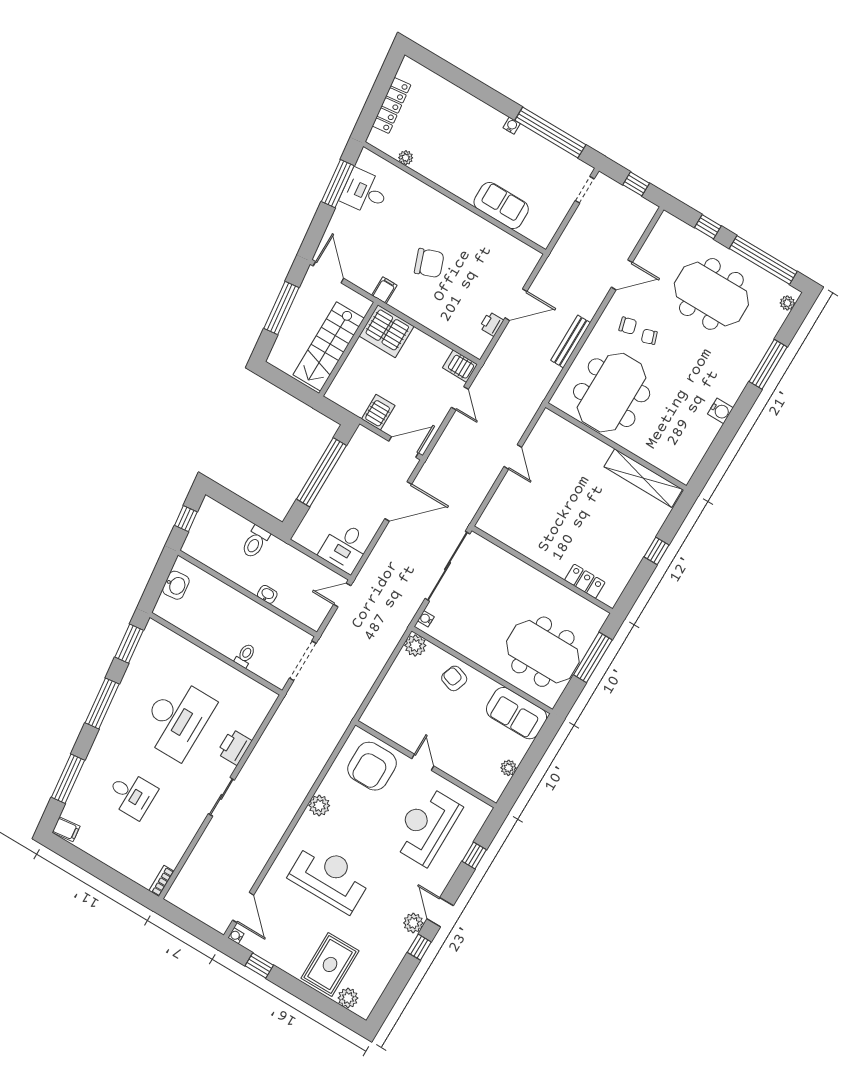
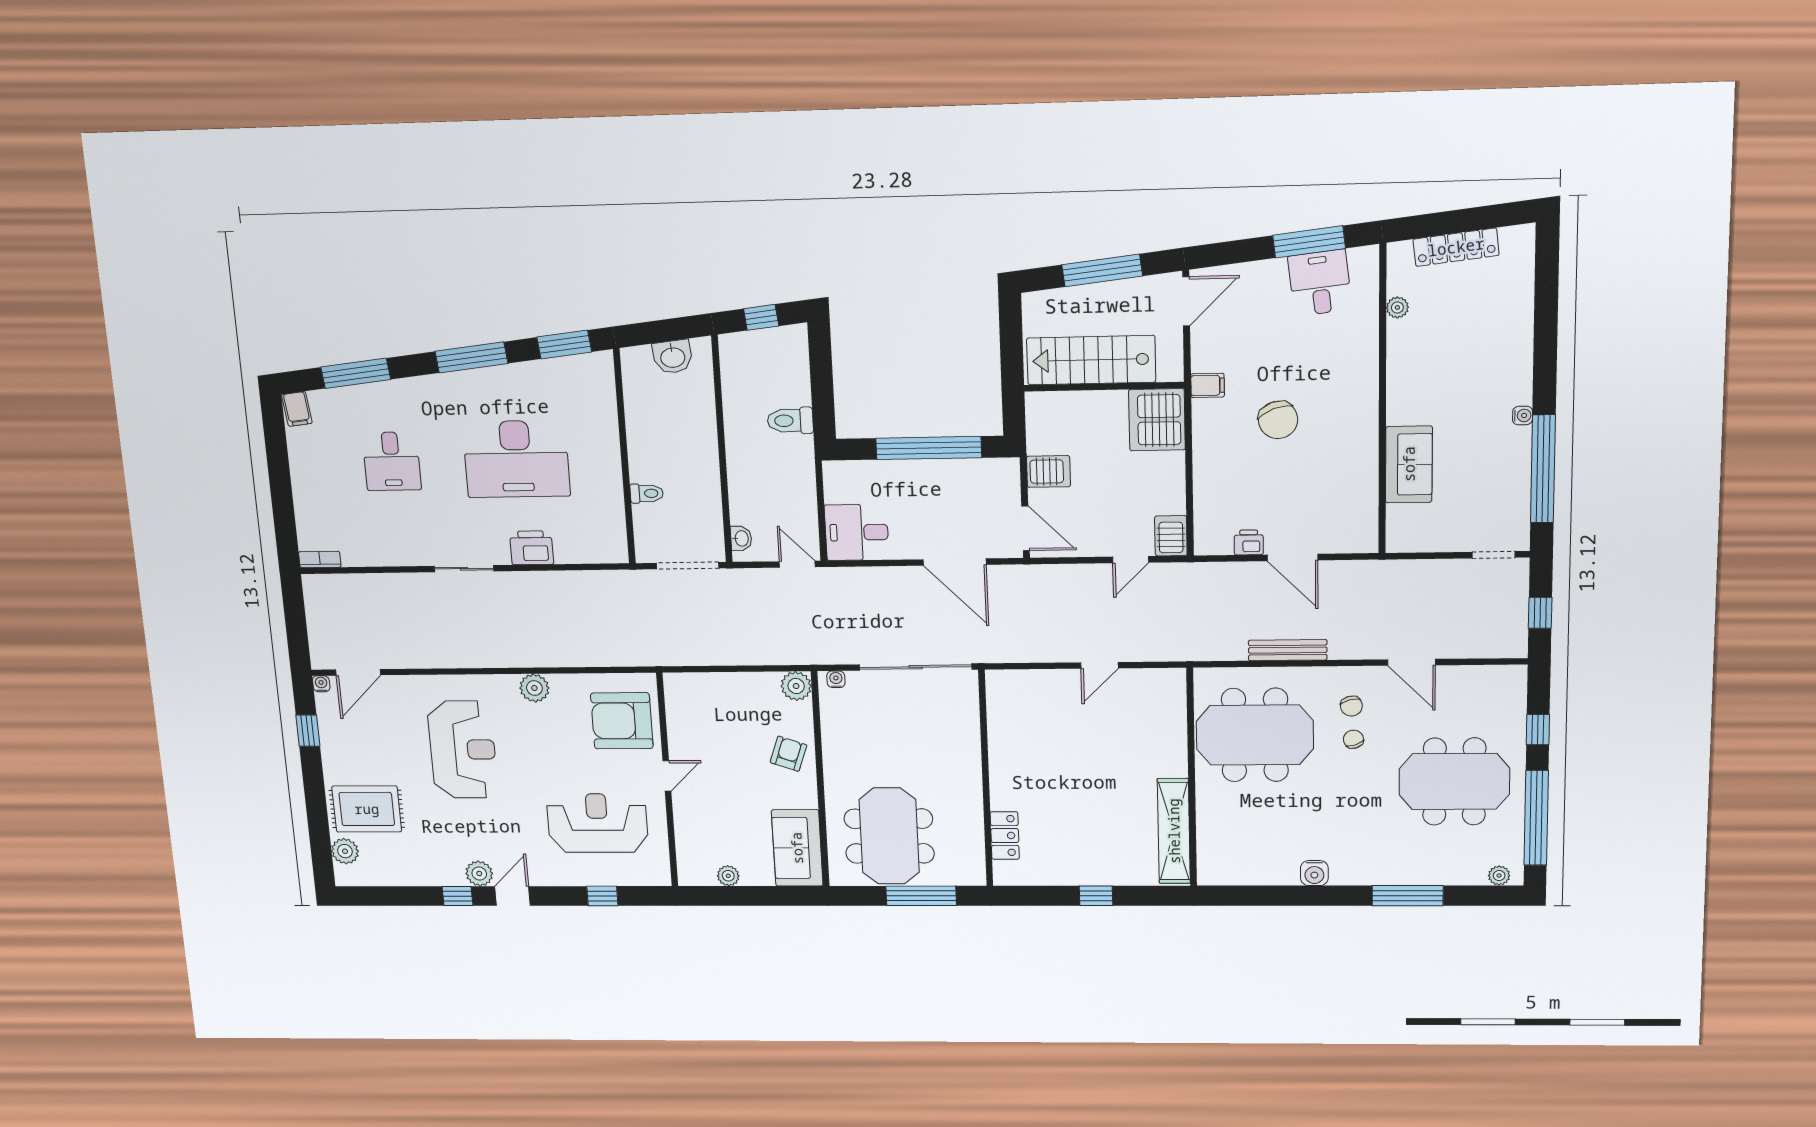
meeting table: (711, 294) -> (1454, 782), turned 90
washbasin: (267, 594) -> (741, 538), moved

